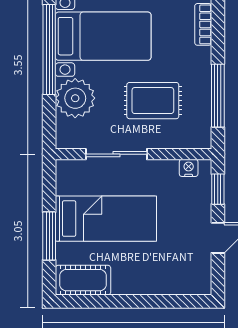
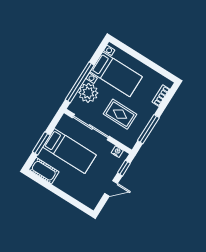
window: (49, 50) -> (80, 82), moved
sliding door: (116, 154) -> (91, 127), width x1.37

